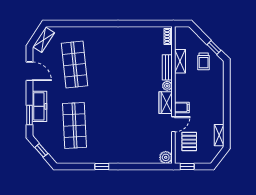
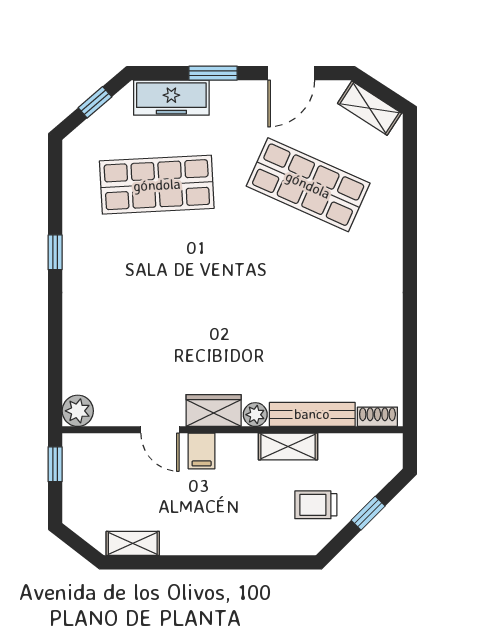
window: (214, 47) -> (368, 513), moved
shelving: (180, 61) -> (288, 447), moved
shop shelf: (75, 64) -> (308, 185), turned 30
bench: (167, 67) -> (312, 414), width x1.36
freezer: (39, 106) -> (171, 98), moved
window: (30, 115) -> (213, 73), moved
pallet: (189, 141) -> (117, 469), removed

